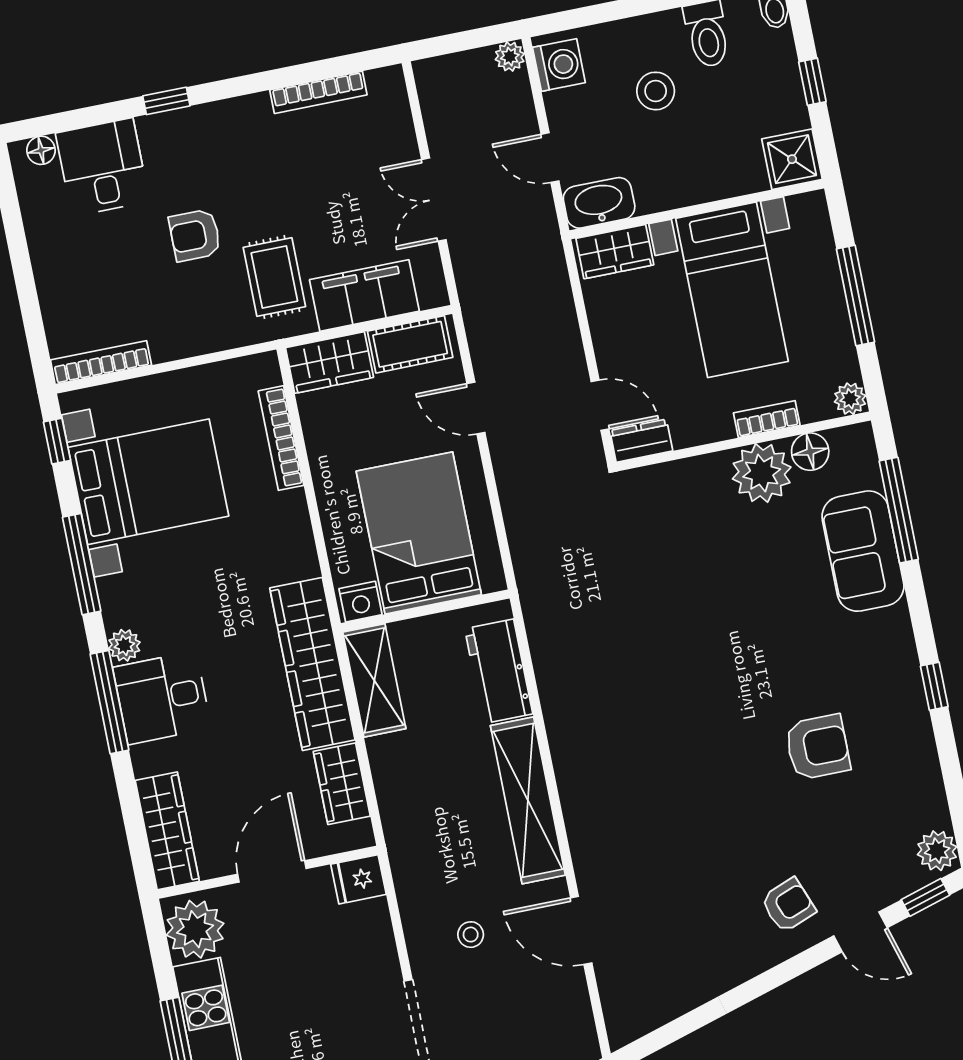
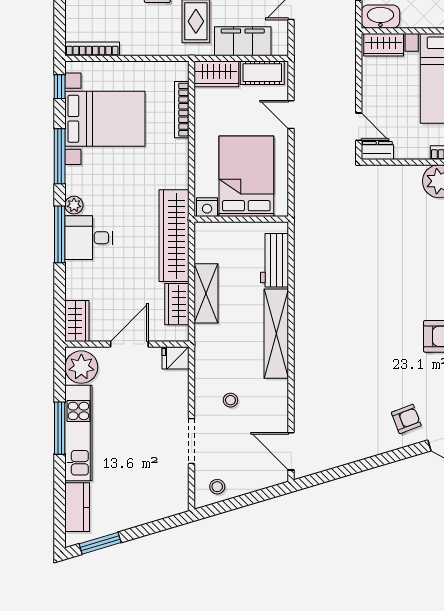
shelving: (374, 680) -> (206, 293), moved
wardrobe: (167, 831) -> (77, 321), width x0.67
door: (581, 930) -> (291, 451), moved

